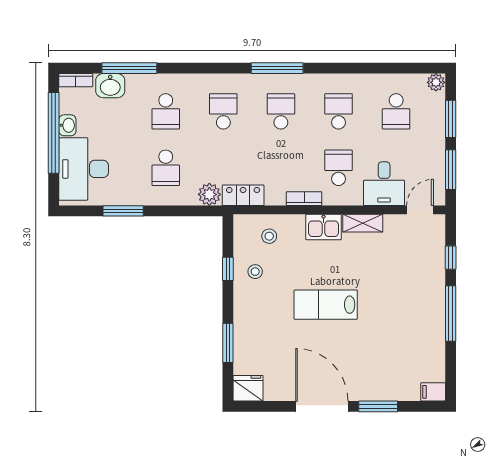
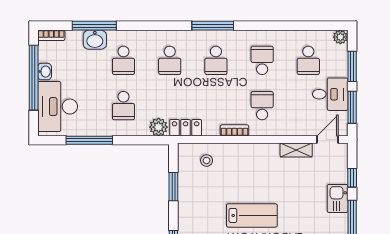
washbasin: (110, 86) -> (95, 40), moved
school desk: (223, 111) -> (170, 60), turned 180
school desk: (281, 111) -> (216, 60), turned 180
desk: (384, 184) -> (330, 94), moved, turned -90
window: (123, 211) -> (89, 140), width x1.44
shelving: (363, 223) -> (296, 150), moved
kitchen sink: (323, 227) -> (338, 198), moved, turned 90
window: (228, 269) -> (173, 187), width x1.50
stool: (255, 272) -> (195, 189), removed
lab bench: (326, 305) -> (252, 215), turned 180

